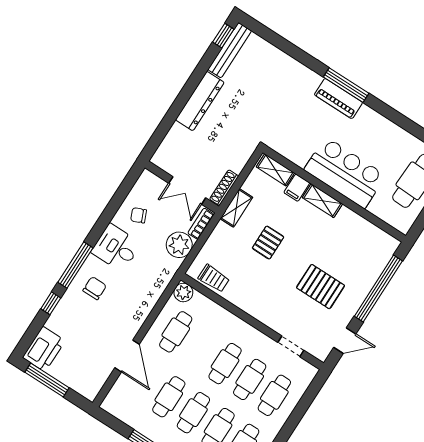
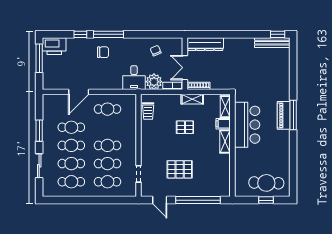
dresser: (200, 101) -> (205, 44), moved
bar counter: (345, 173) -> (247, 125), moved
desk: (116, 248) -> (134, 78), moved, turned 180
pallet: (321, 287) -> (180, 169), turned 90
plant: (183, 292) -> (131, 100), removed

